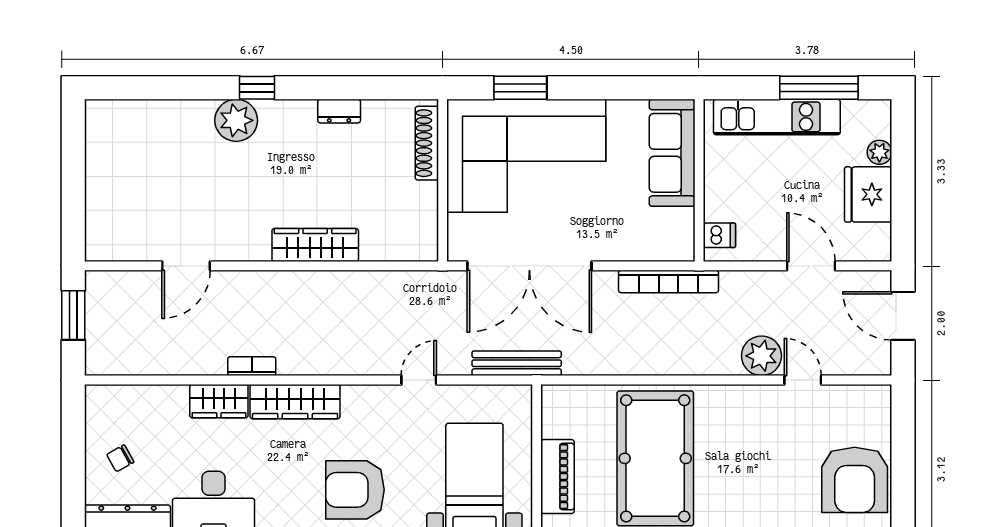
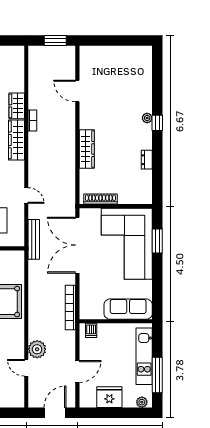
plant: (236, 120) -> (147, 118), width x0.53, depth x0.53
shoe rack: (427, 143) -> (100, 199), moved
plant: (879, 152) -> (142, 402), moved
door: (803, 380) -> (26, 368), swing flipped

